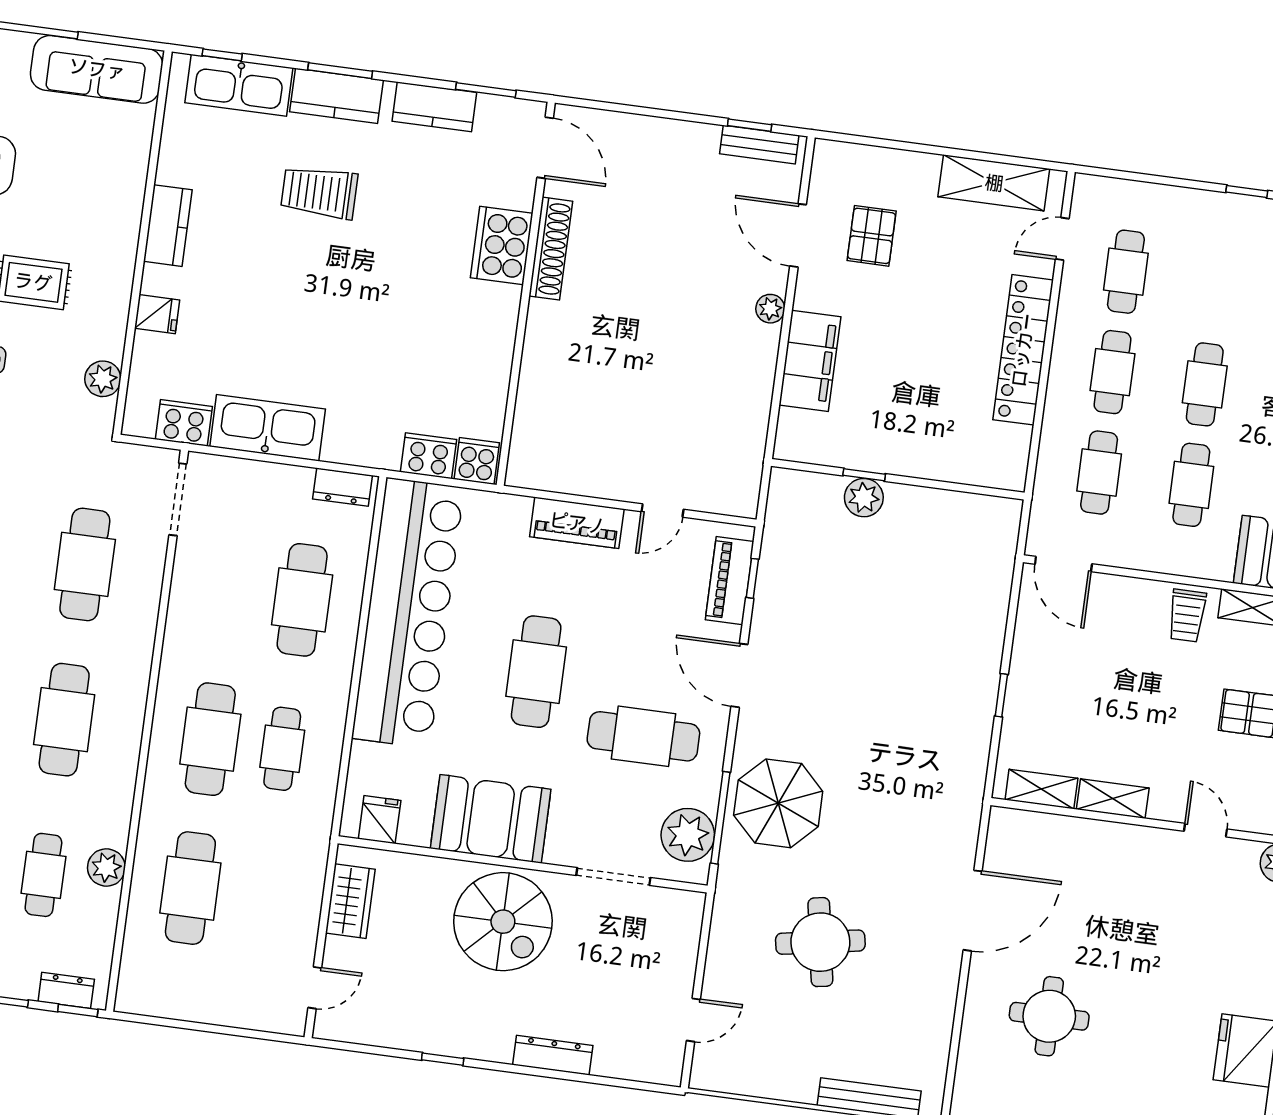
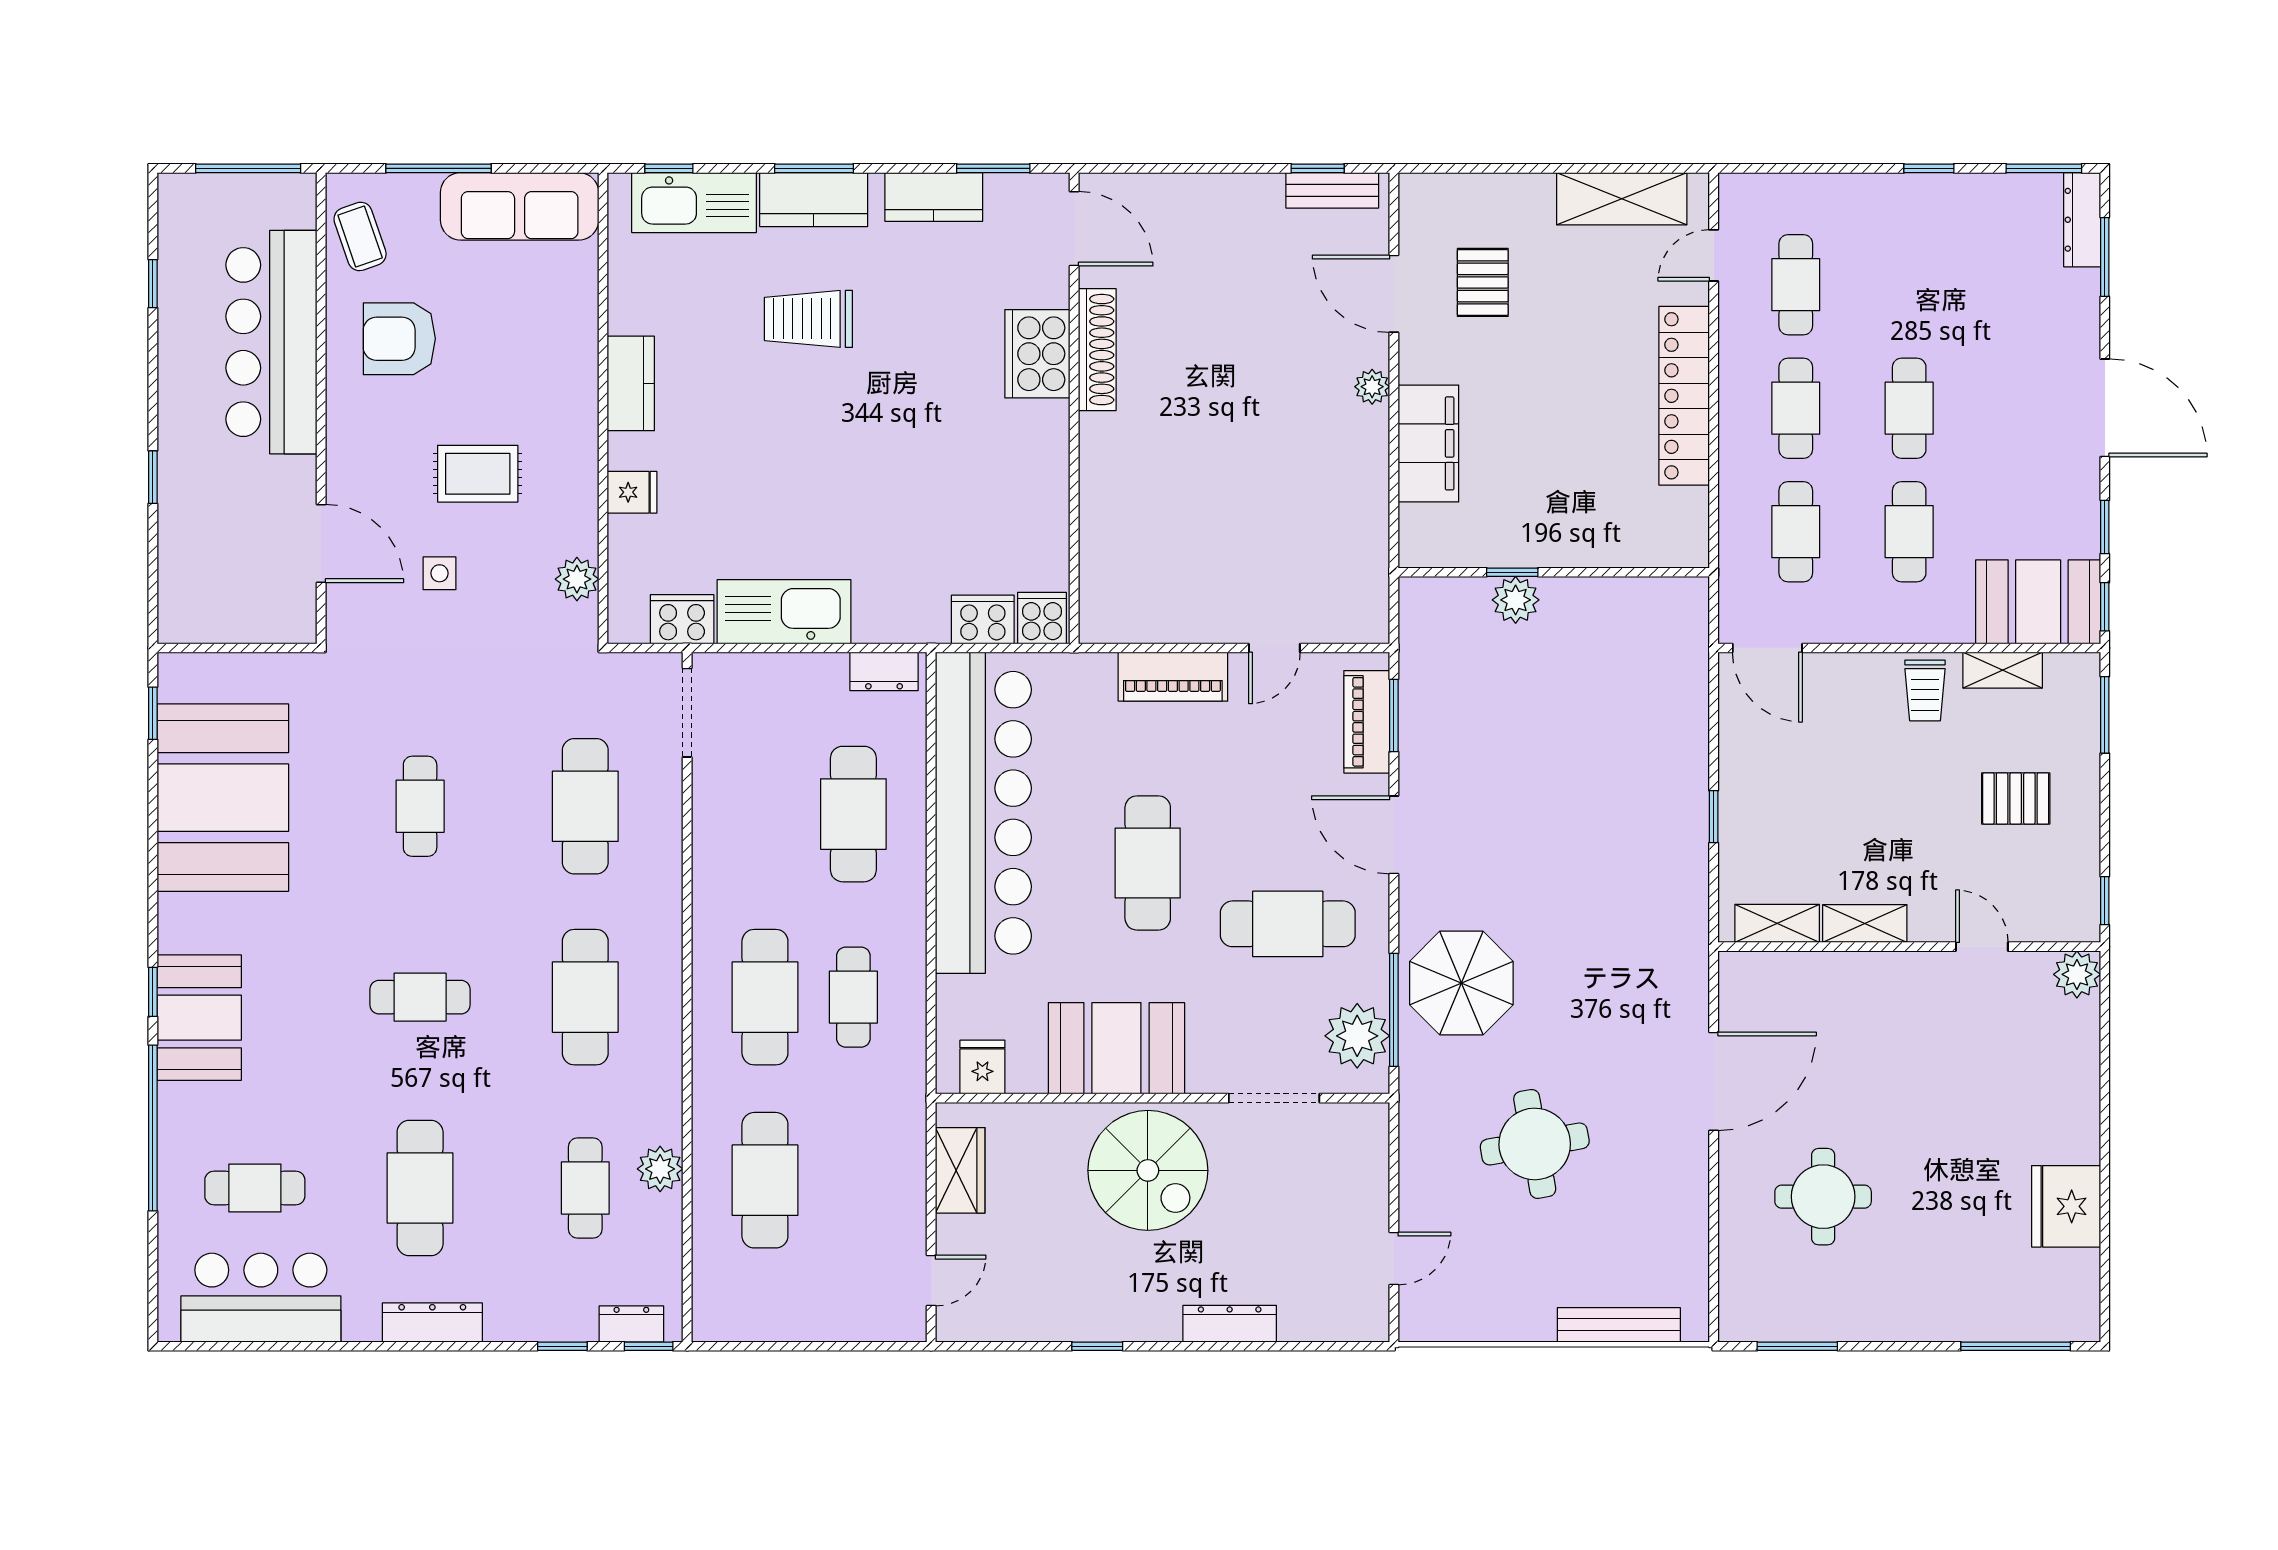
window: (752, 578) -> (1394, 715), width x1.50

